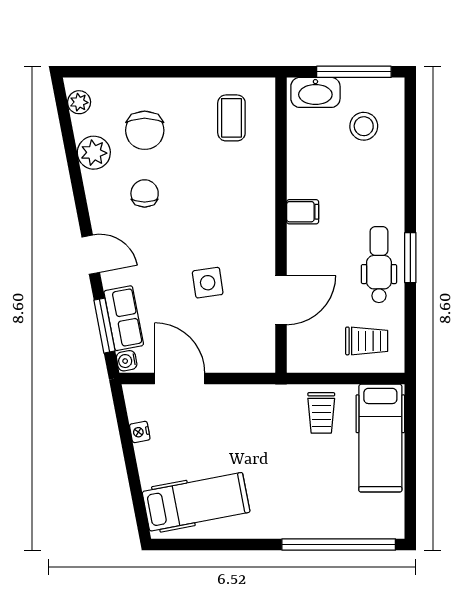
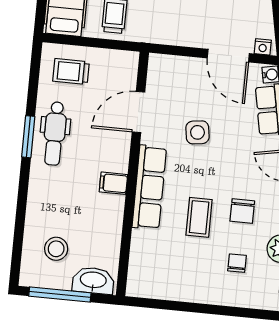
coffee table: (231, 118) -> (199, 217), moved
chair: (145, 130) -> (237, 263), width x0.54, depth x0.54
row of seats: (259, 211) -> (149, 187), added
nightstand: (140, 432) -> (263, 47), moved, turned 101

